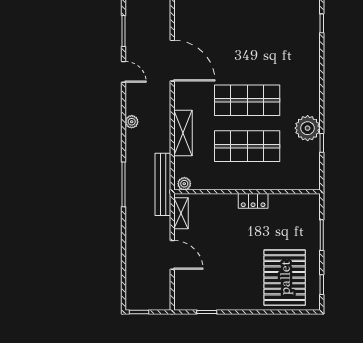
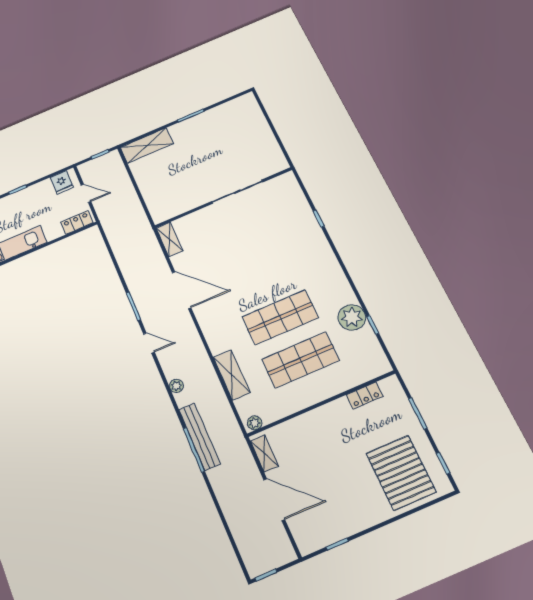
door: (172, 61) -> (182, 290), moved
bench: (163, 184) -> (199, 437), moved
locker: (253, 201) -> (364, 396), moved
door: (172, 255) -> (274, 500), width x1.36

